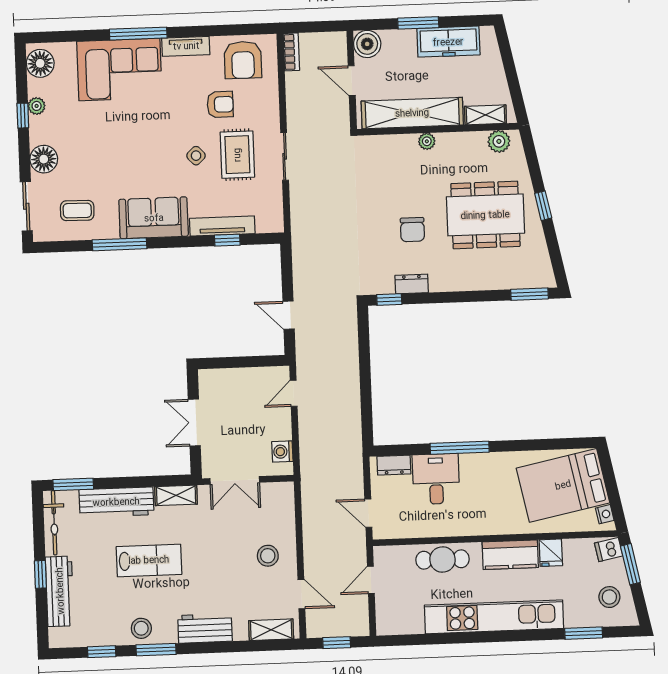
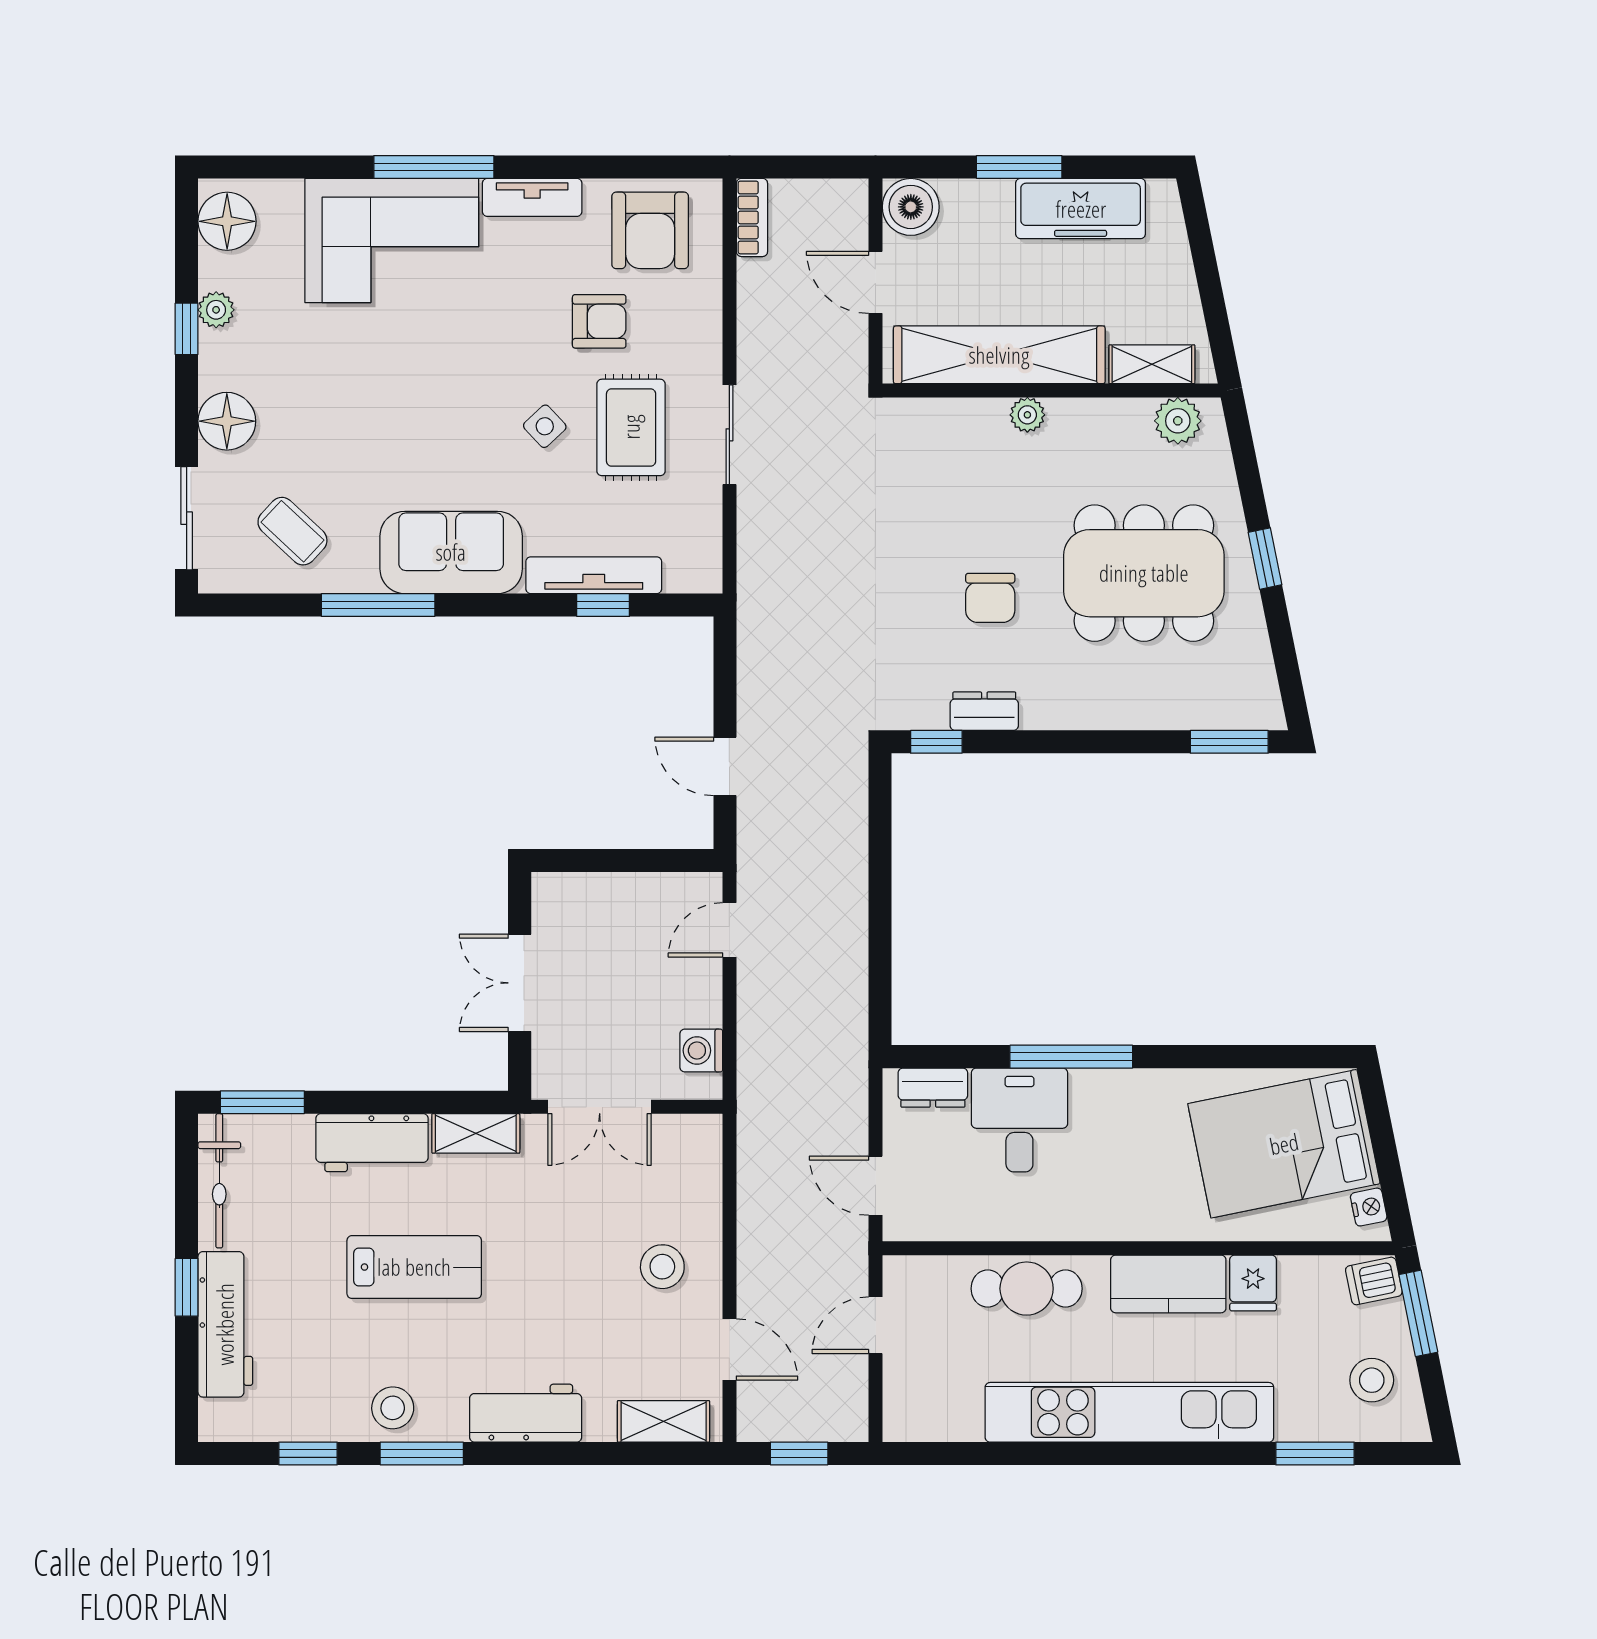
coffee table: (77, 211) -> (292, 531), turned 42
workbench: (116, 502) -> (372, 1143), width x0.73

